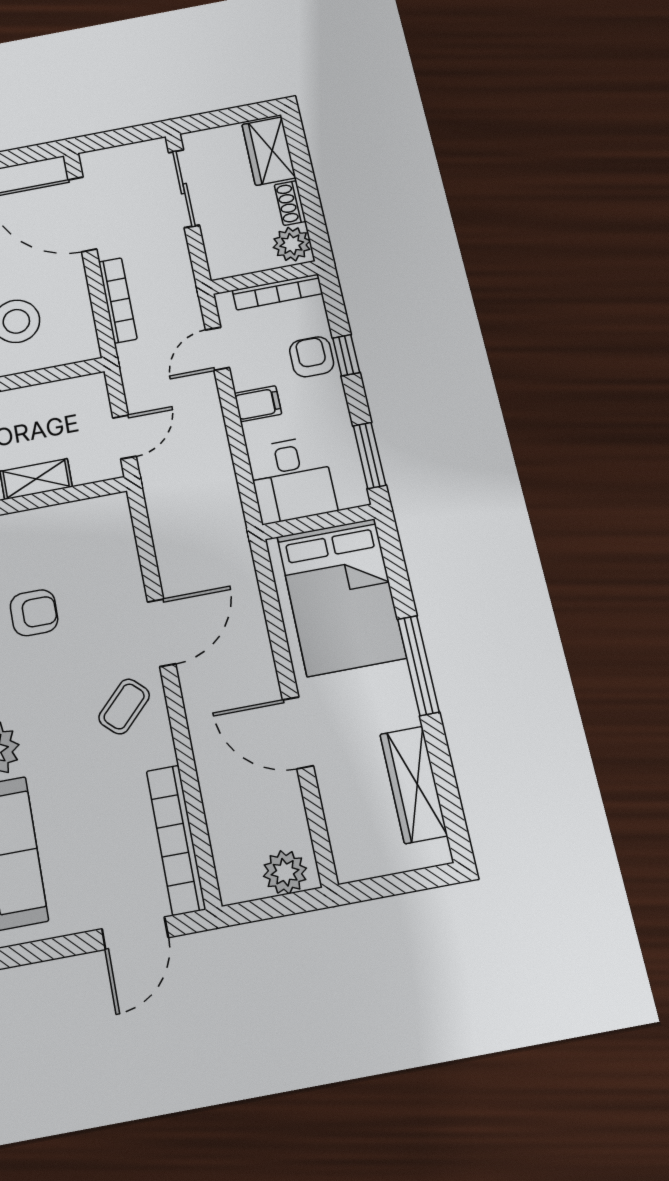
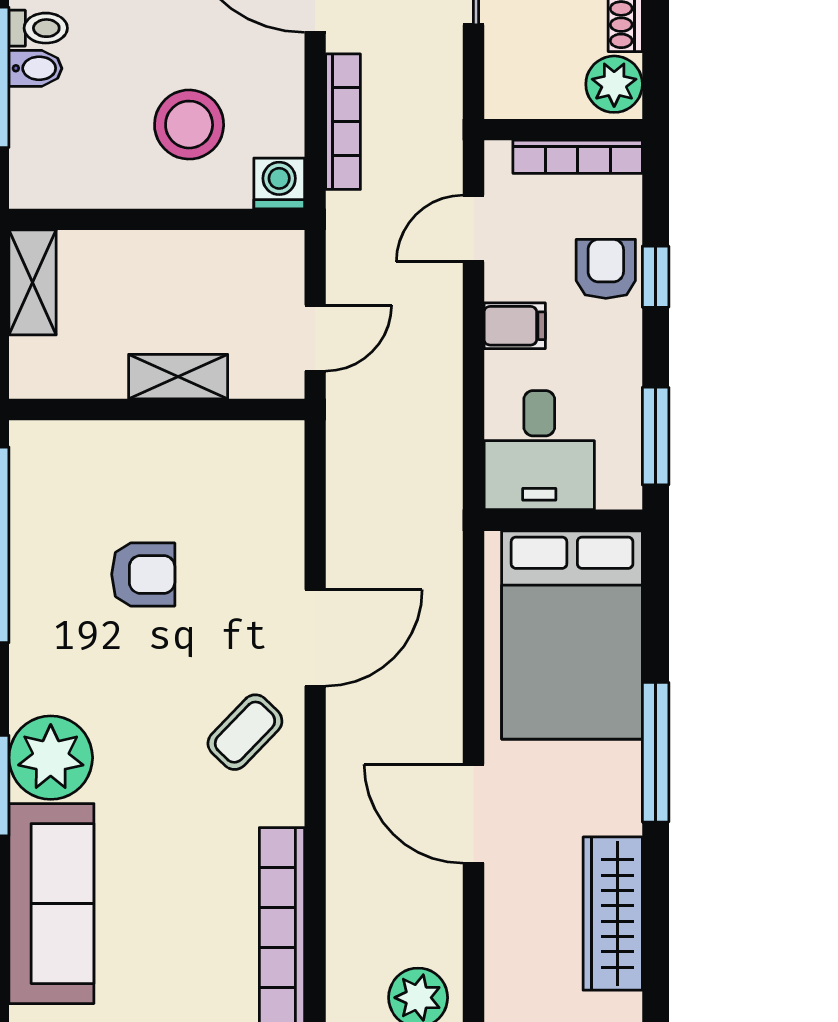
washing machine: (82, 346) -> (279, 183), added

